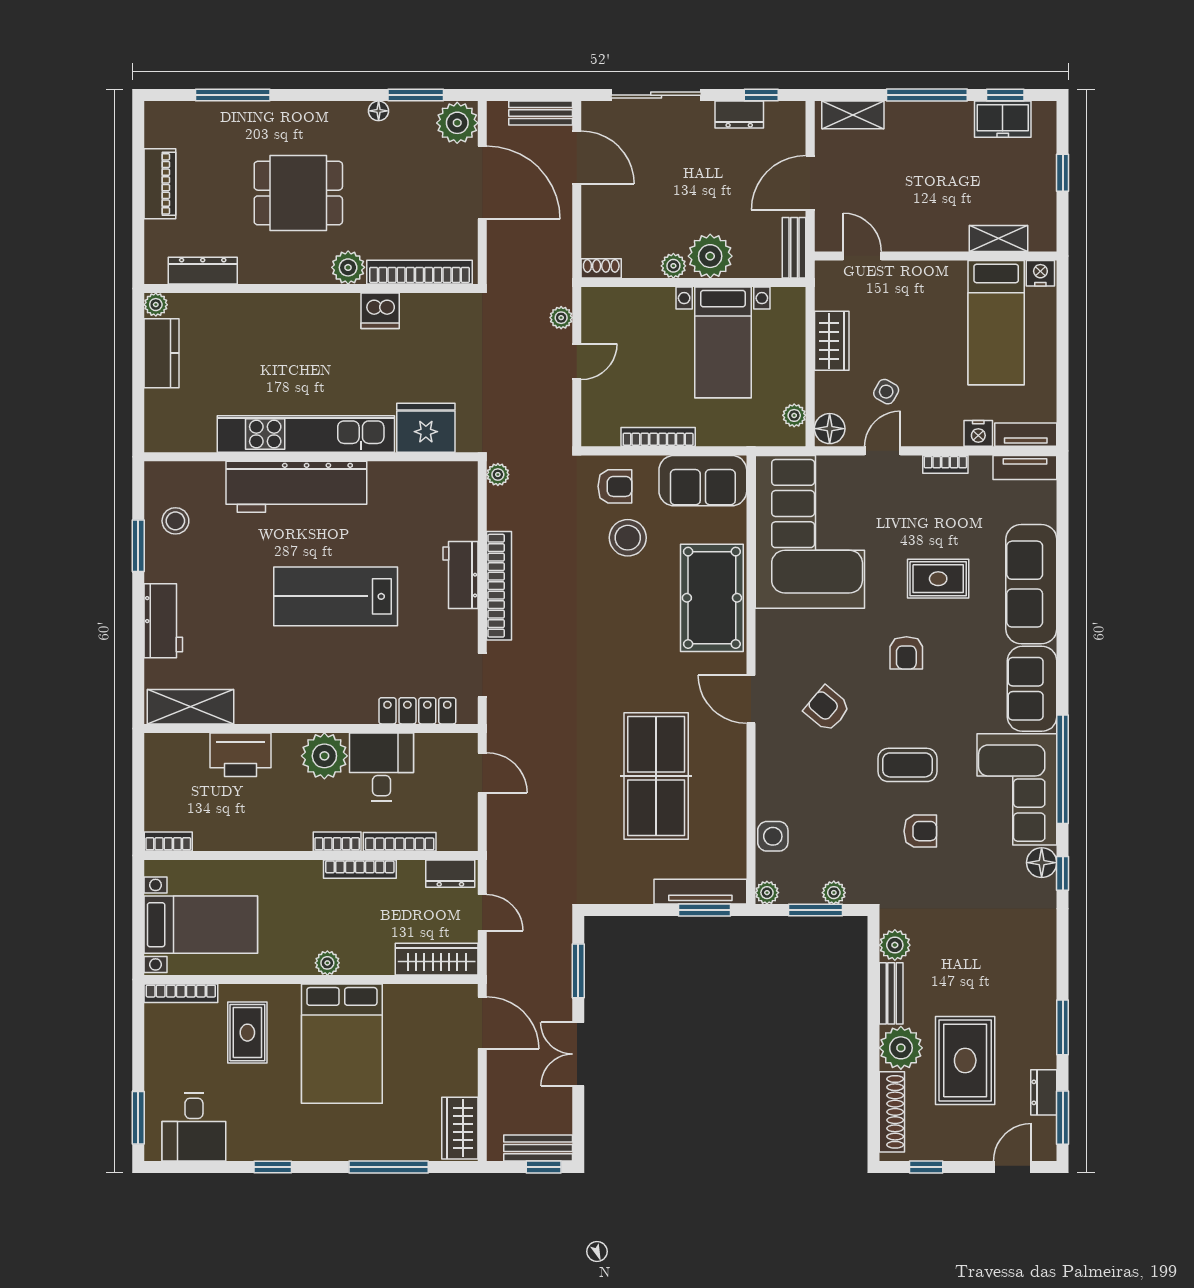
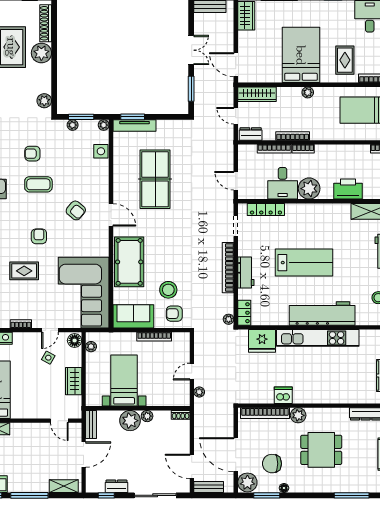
chair: (404, 164) -> (272, 464), added
locker: (464, 488) -> (244, 313), added
bench: (891, 993) -> (46, 78), removed

